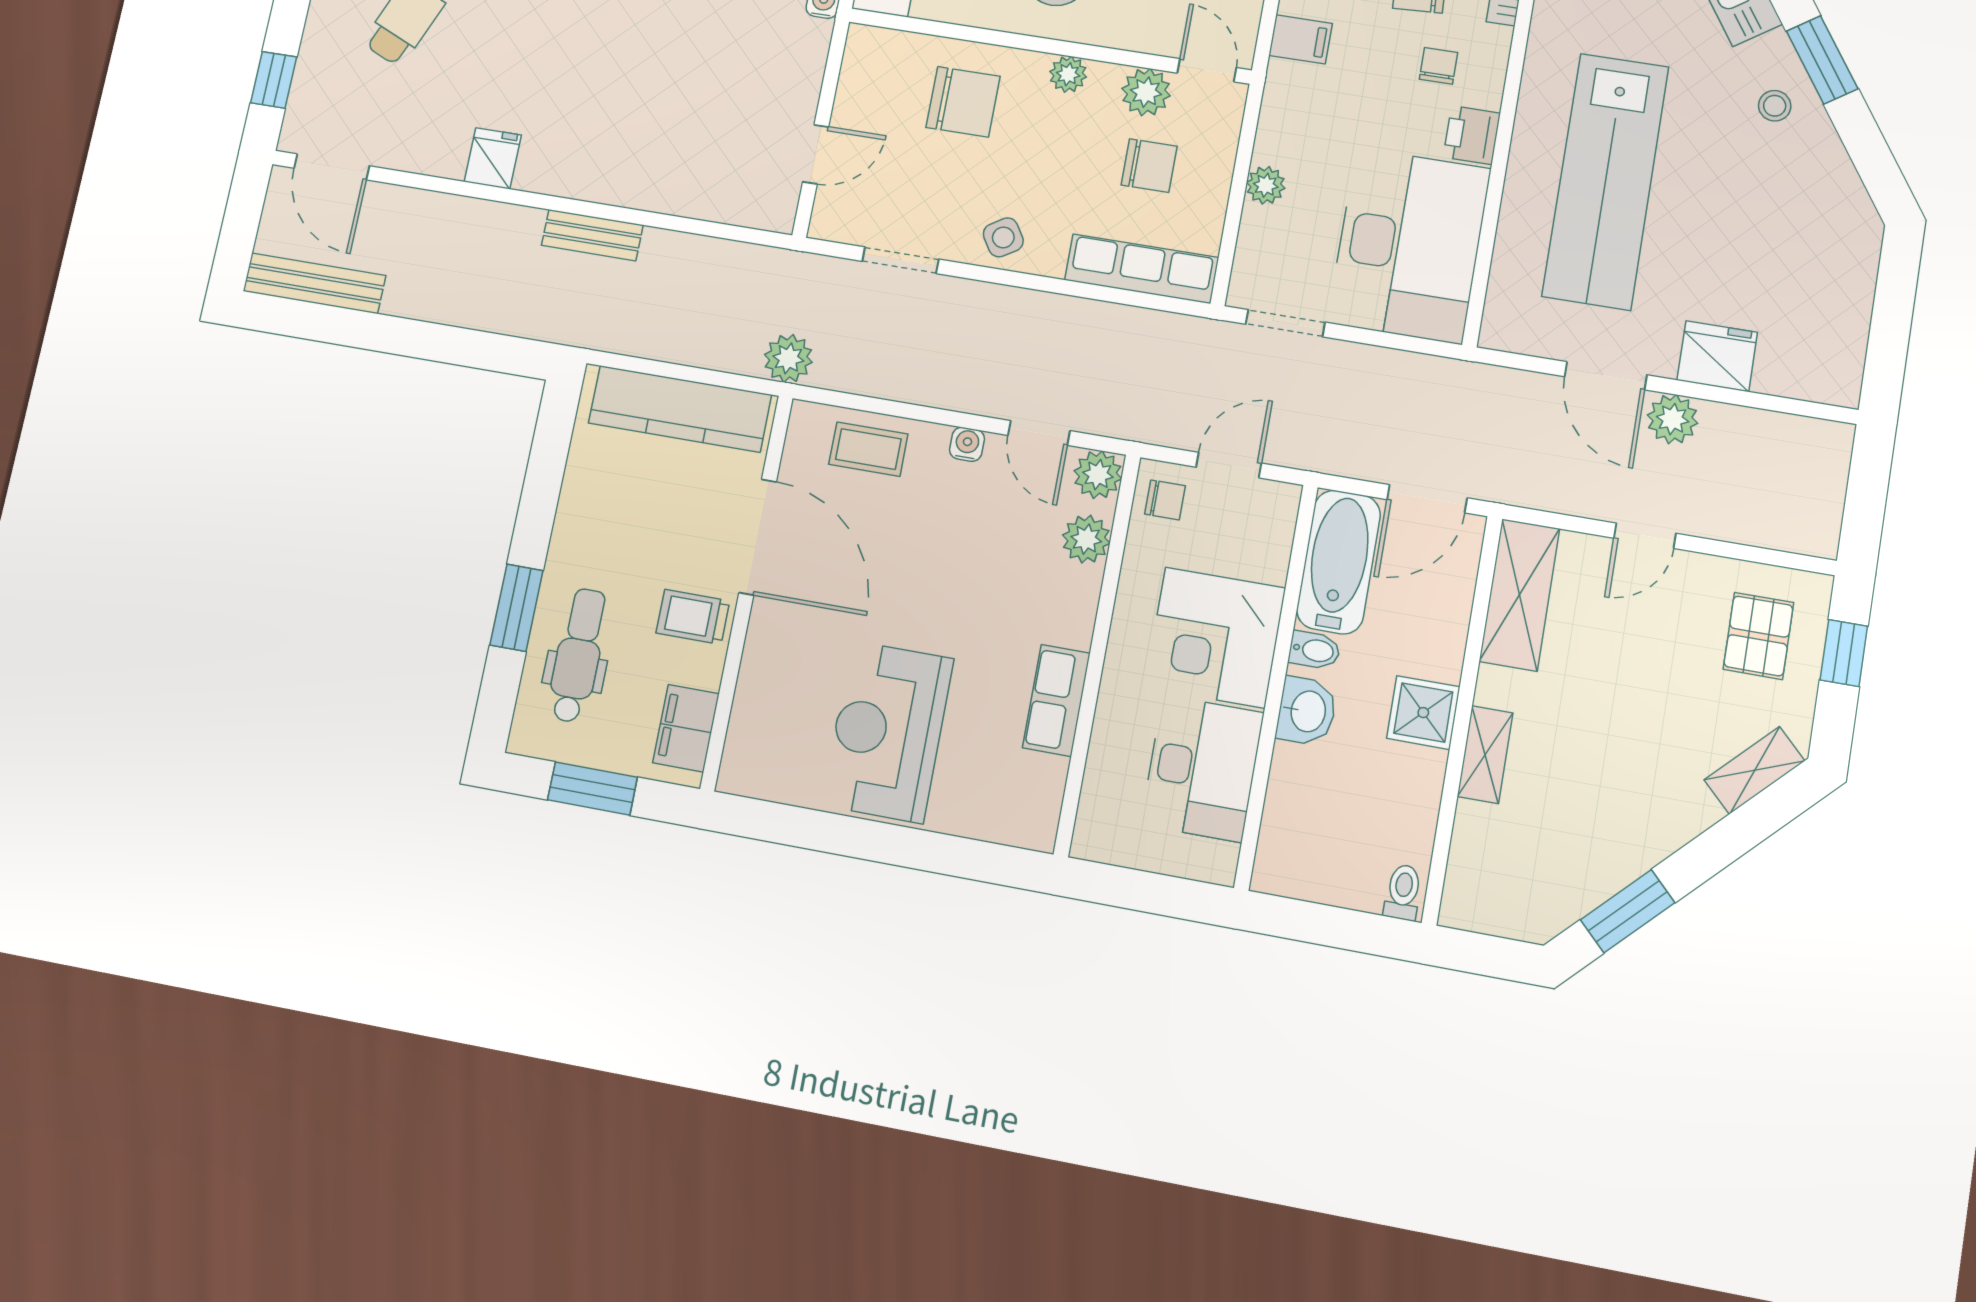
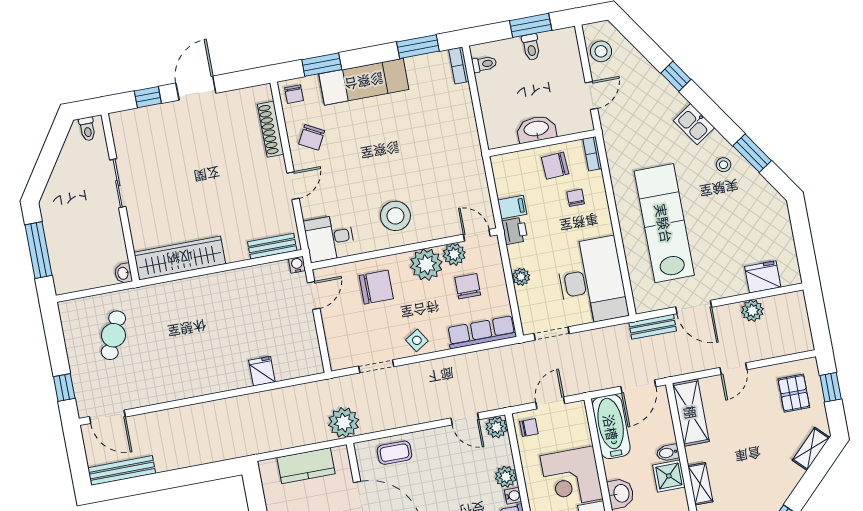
window: (1822, 60) -> (752, 153), moved
plant: (1068, 74) -> (426, 265), width x1.88, depth x1.88
printer: (1472, 135) -> (515, 231), moved, turned 180
door: (816, 154) -> (314, 296), moved
fridge: (493, 158) -> (262, 371), moved
chair: (1149, 166) -> (468, 286), turned -90
lab bench: (1605, 181) -> (664, 223), turned 180
bench: (592, 235) -> (653, 327), moved
fridge: (1717, 356) -> (763, 277), moved
plant: (788, 358) -> (344, 423), width x1.36, depth x1.36
kitchen counter: (680, 409) -> (306, 466), width x0.67
plant: (1673, 419) -> (752, 311), moved
water cooler: (967, 444) -> (513, 496), moved, turned 90
plant: (1086, 539) -> (506, 477), moved
bidet: (1314, 650) -> (668, 453), moved, turned 180

